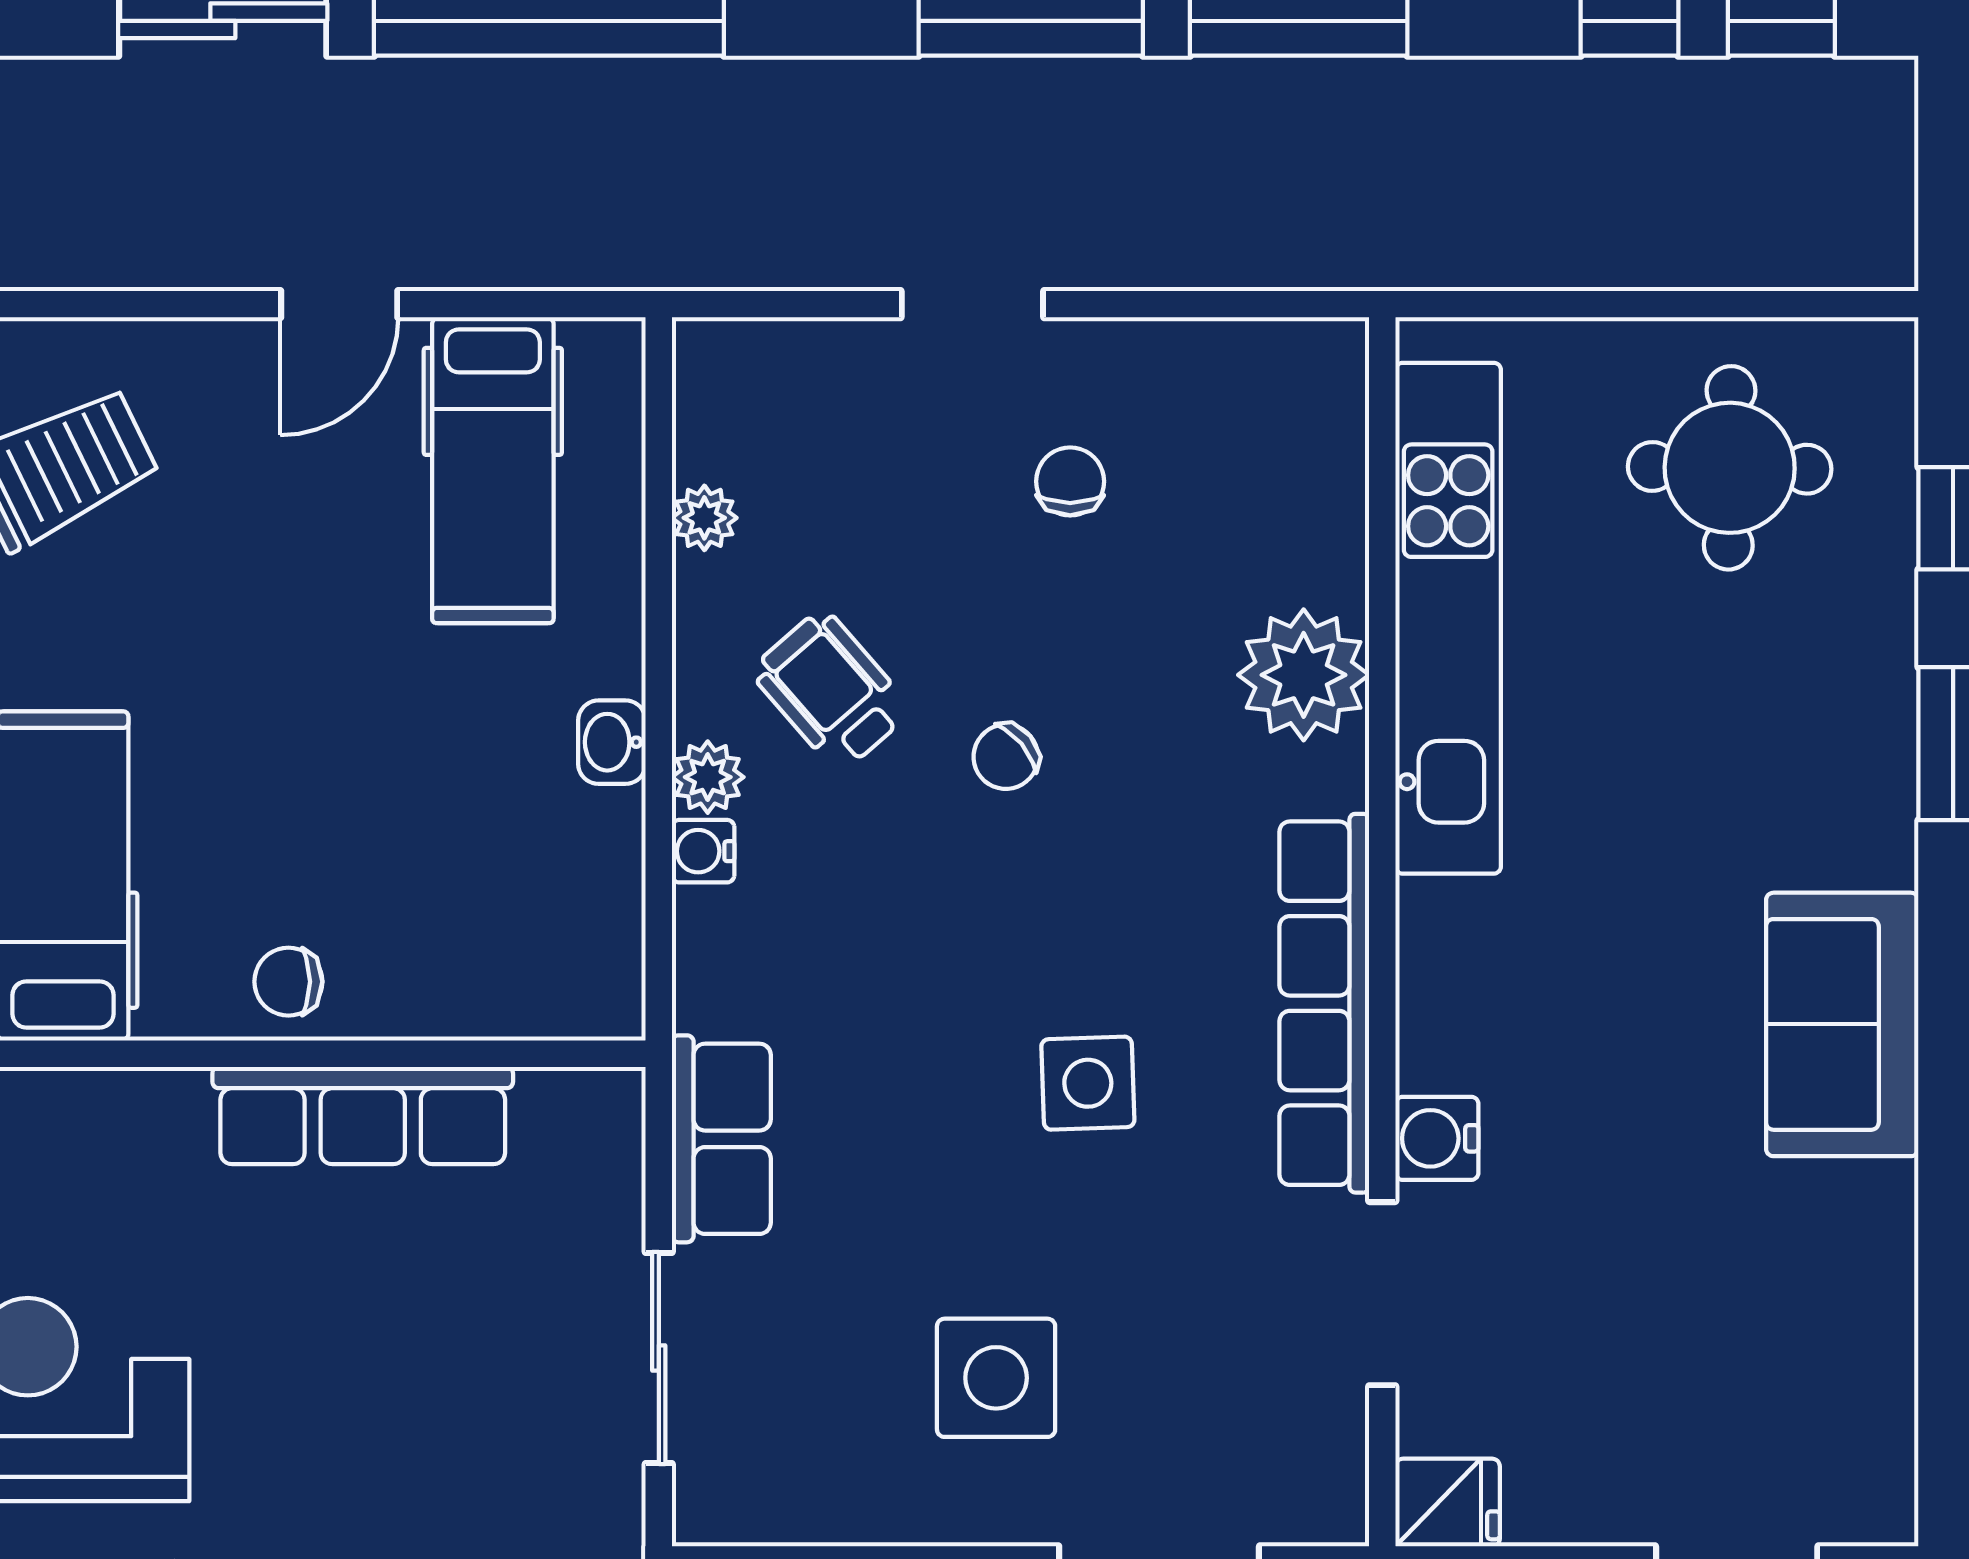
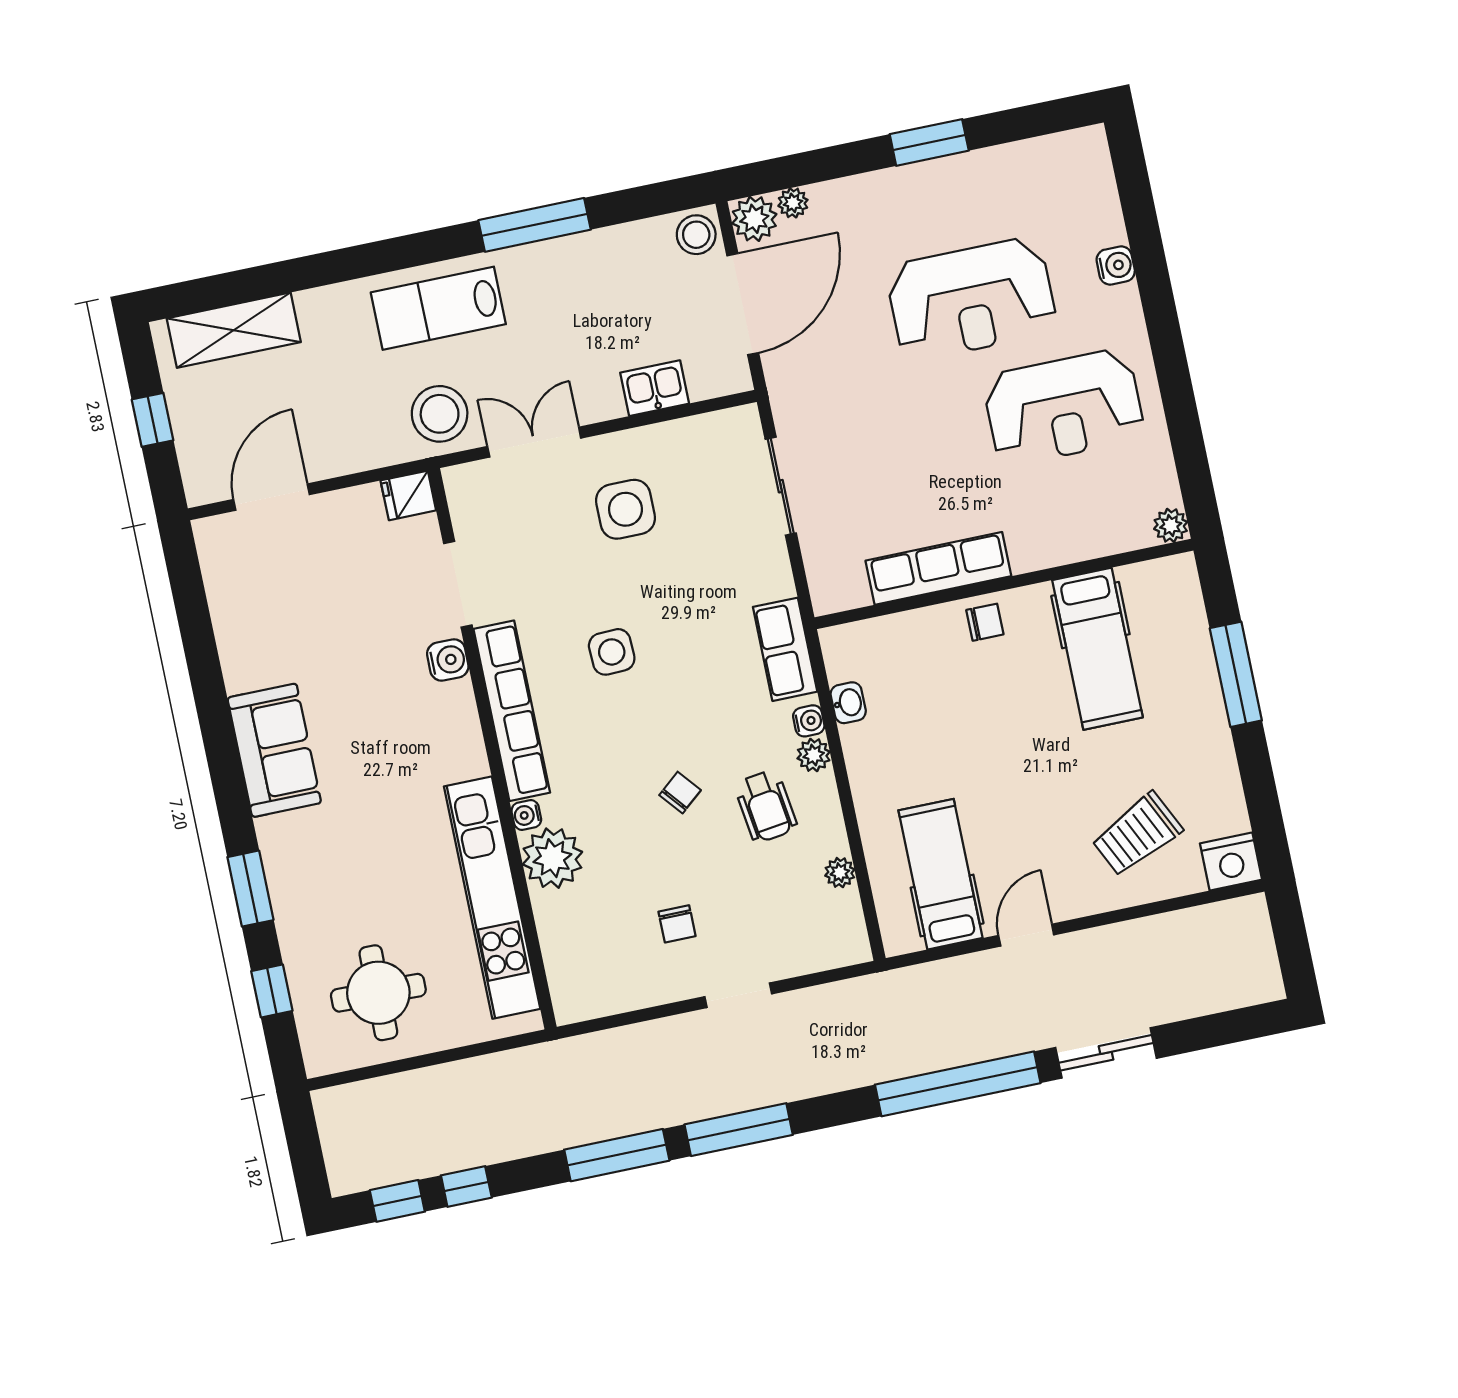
wheelchair: (831, 691) -> (766, 806), turned 33
washbasin: (612, 742) -> (848, 703), moved
water cooler: (1340, 777) -> (526, 815), added
row of seats: (721, 1139) -> (785, 649), moved

